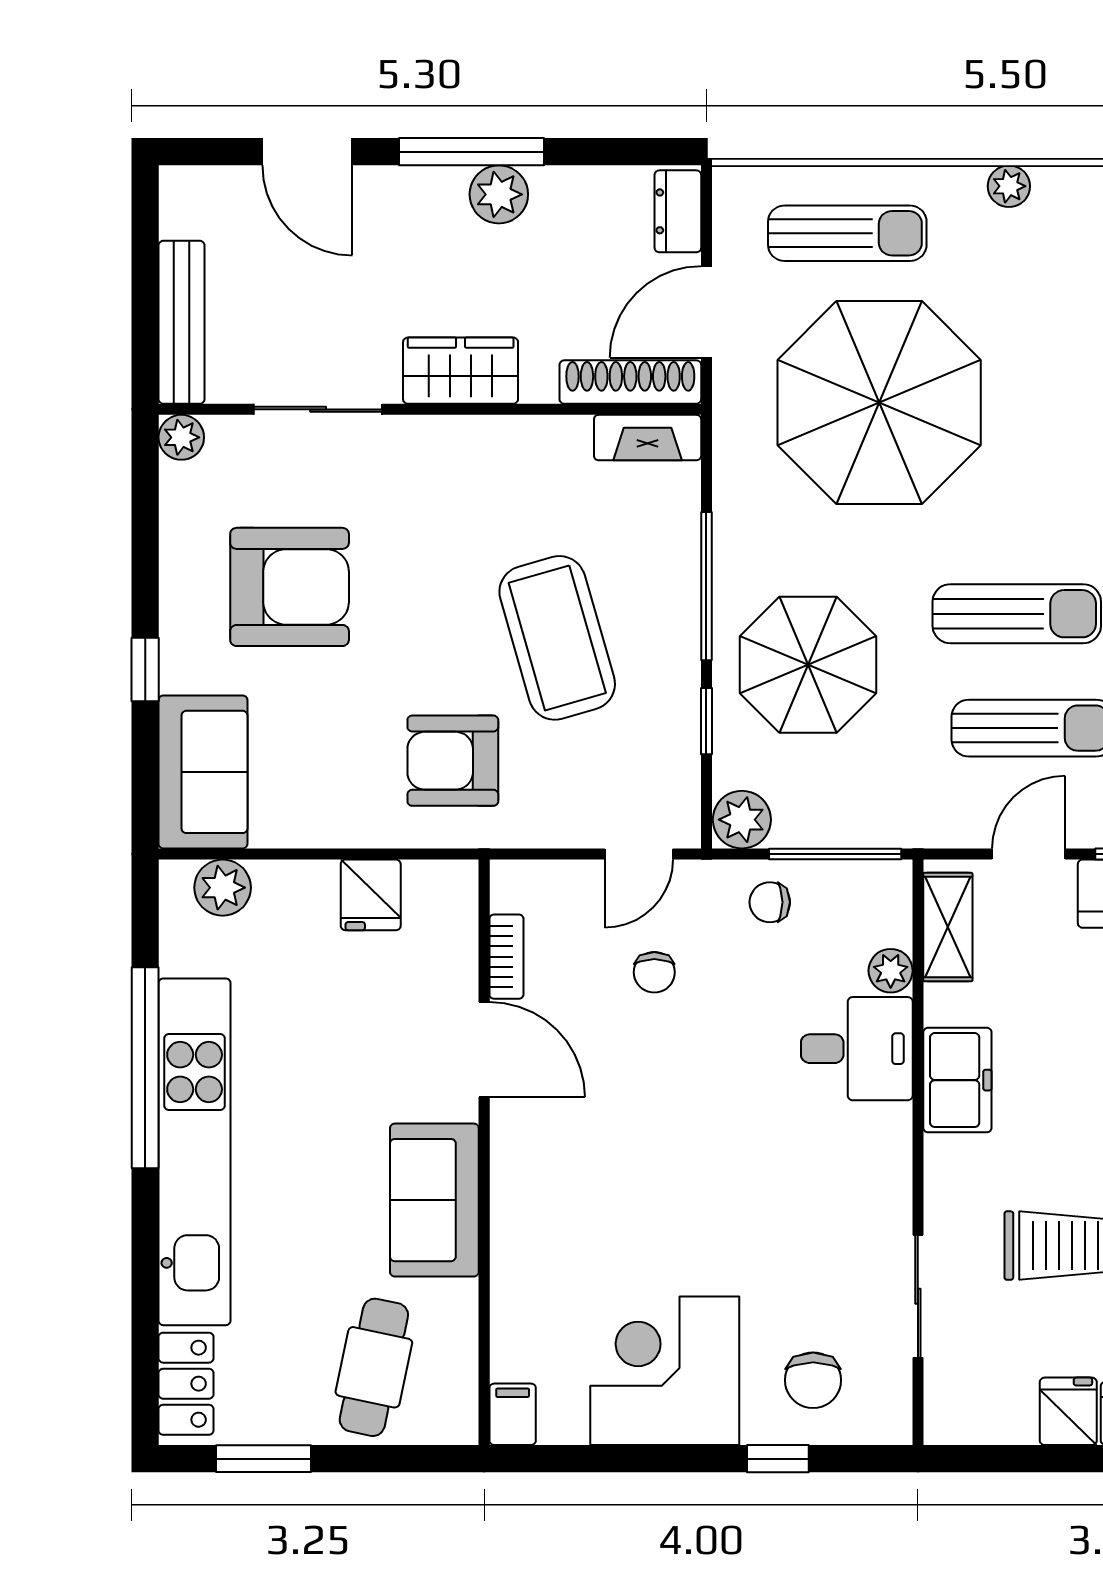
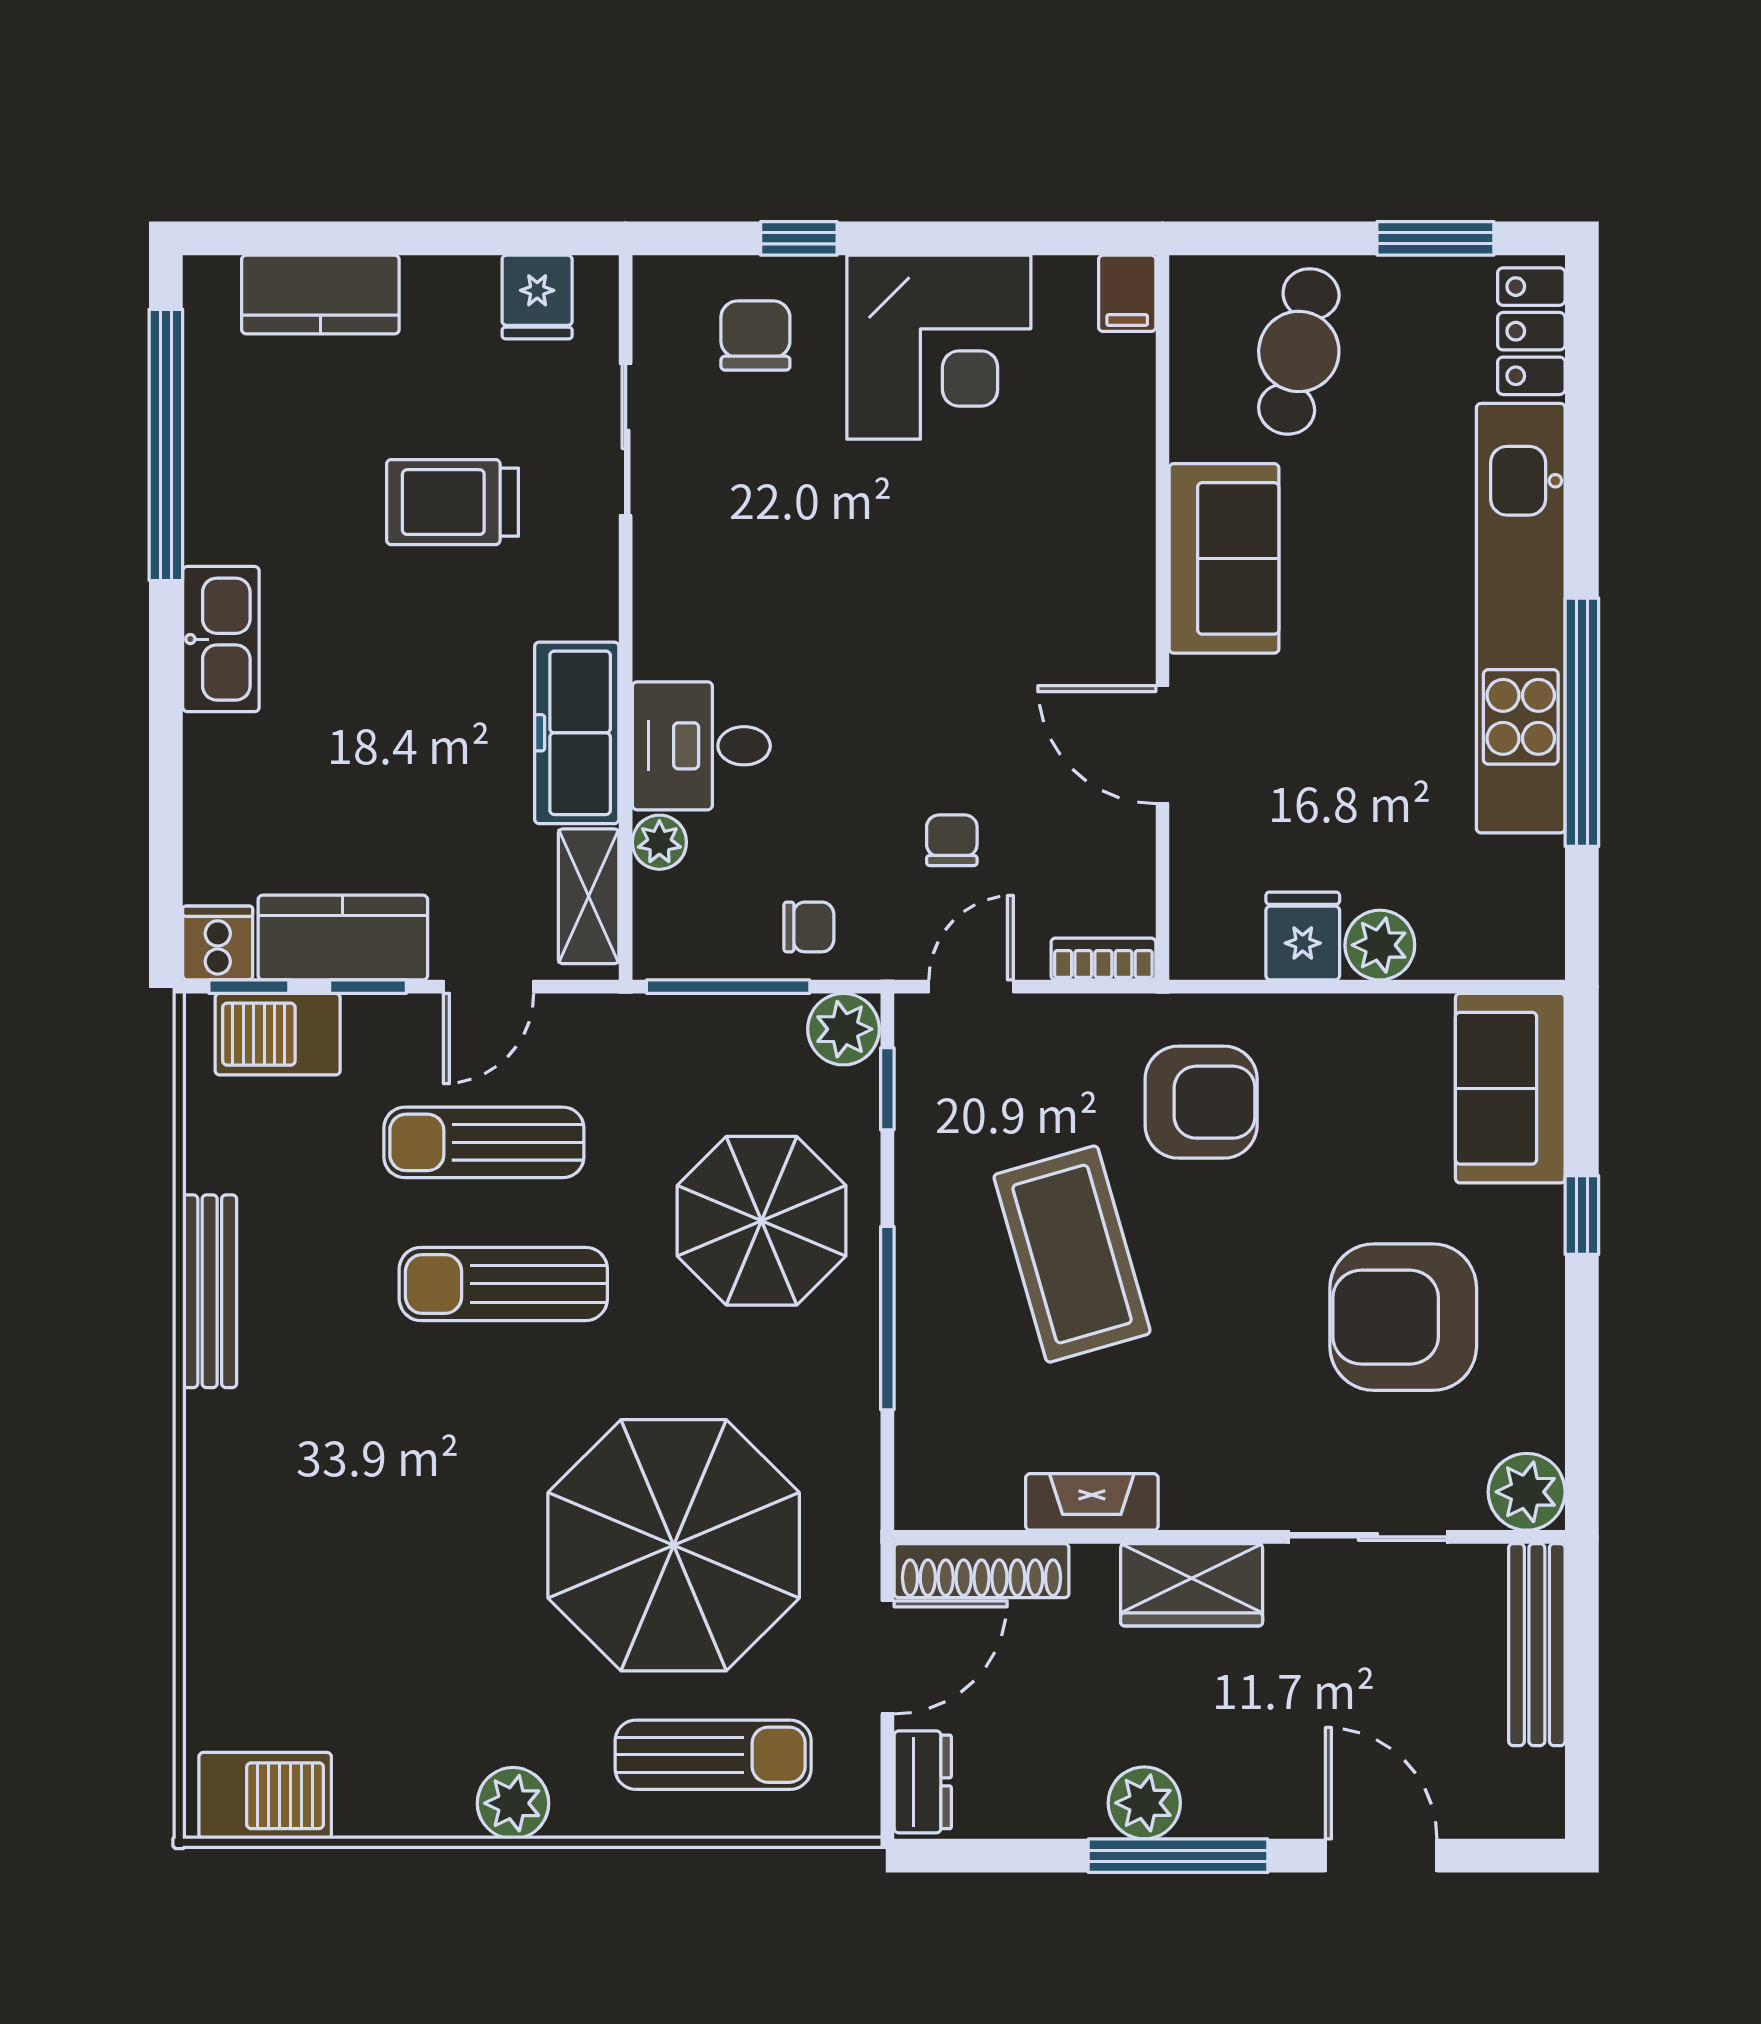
plant: (1009, 186) -> (513, 1803), width x1.38, depth x1.38
sun lounger: (847, 233) -> (713, 1755), turned 180
plant: (181, 437) -> (1527, 1492), width x1.38, depth x1.38
fireplace: (648, 438) -> (1092, 1502), moved
window: (706, 721) -> (887, 1089), moved
plant: (223, 888) -> (1380, 945), moved
bookcase: (506, 957) -> (1103, 959), moved, turned 90
freezer: (957, 1080) -> (577, 733), width x1.40
fridge: (1068, 1411) -> (537, 297), moved

